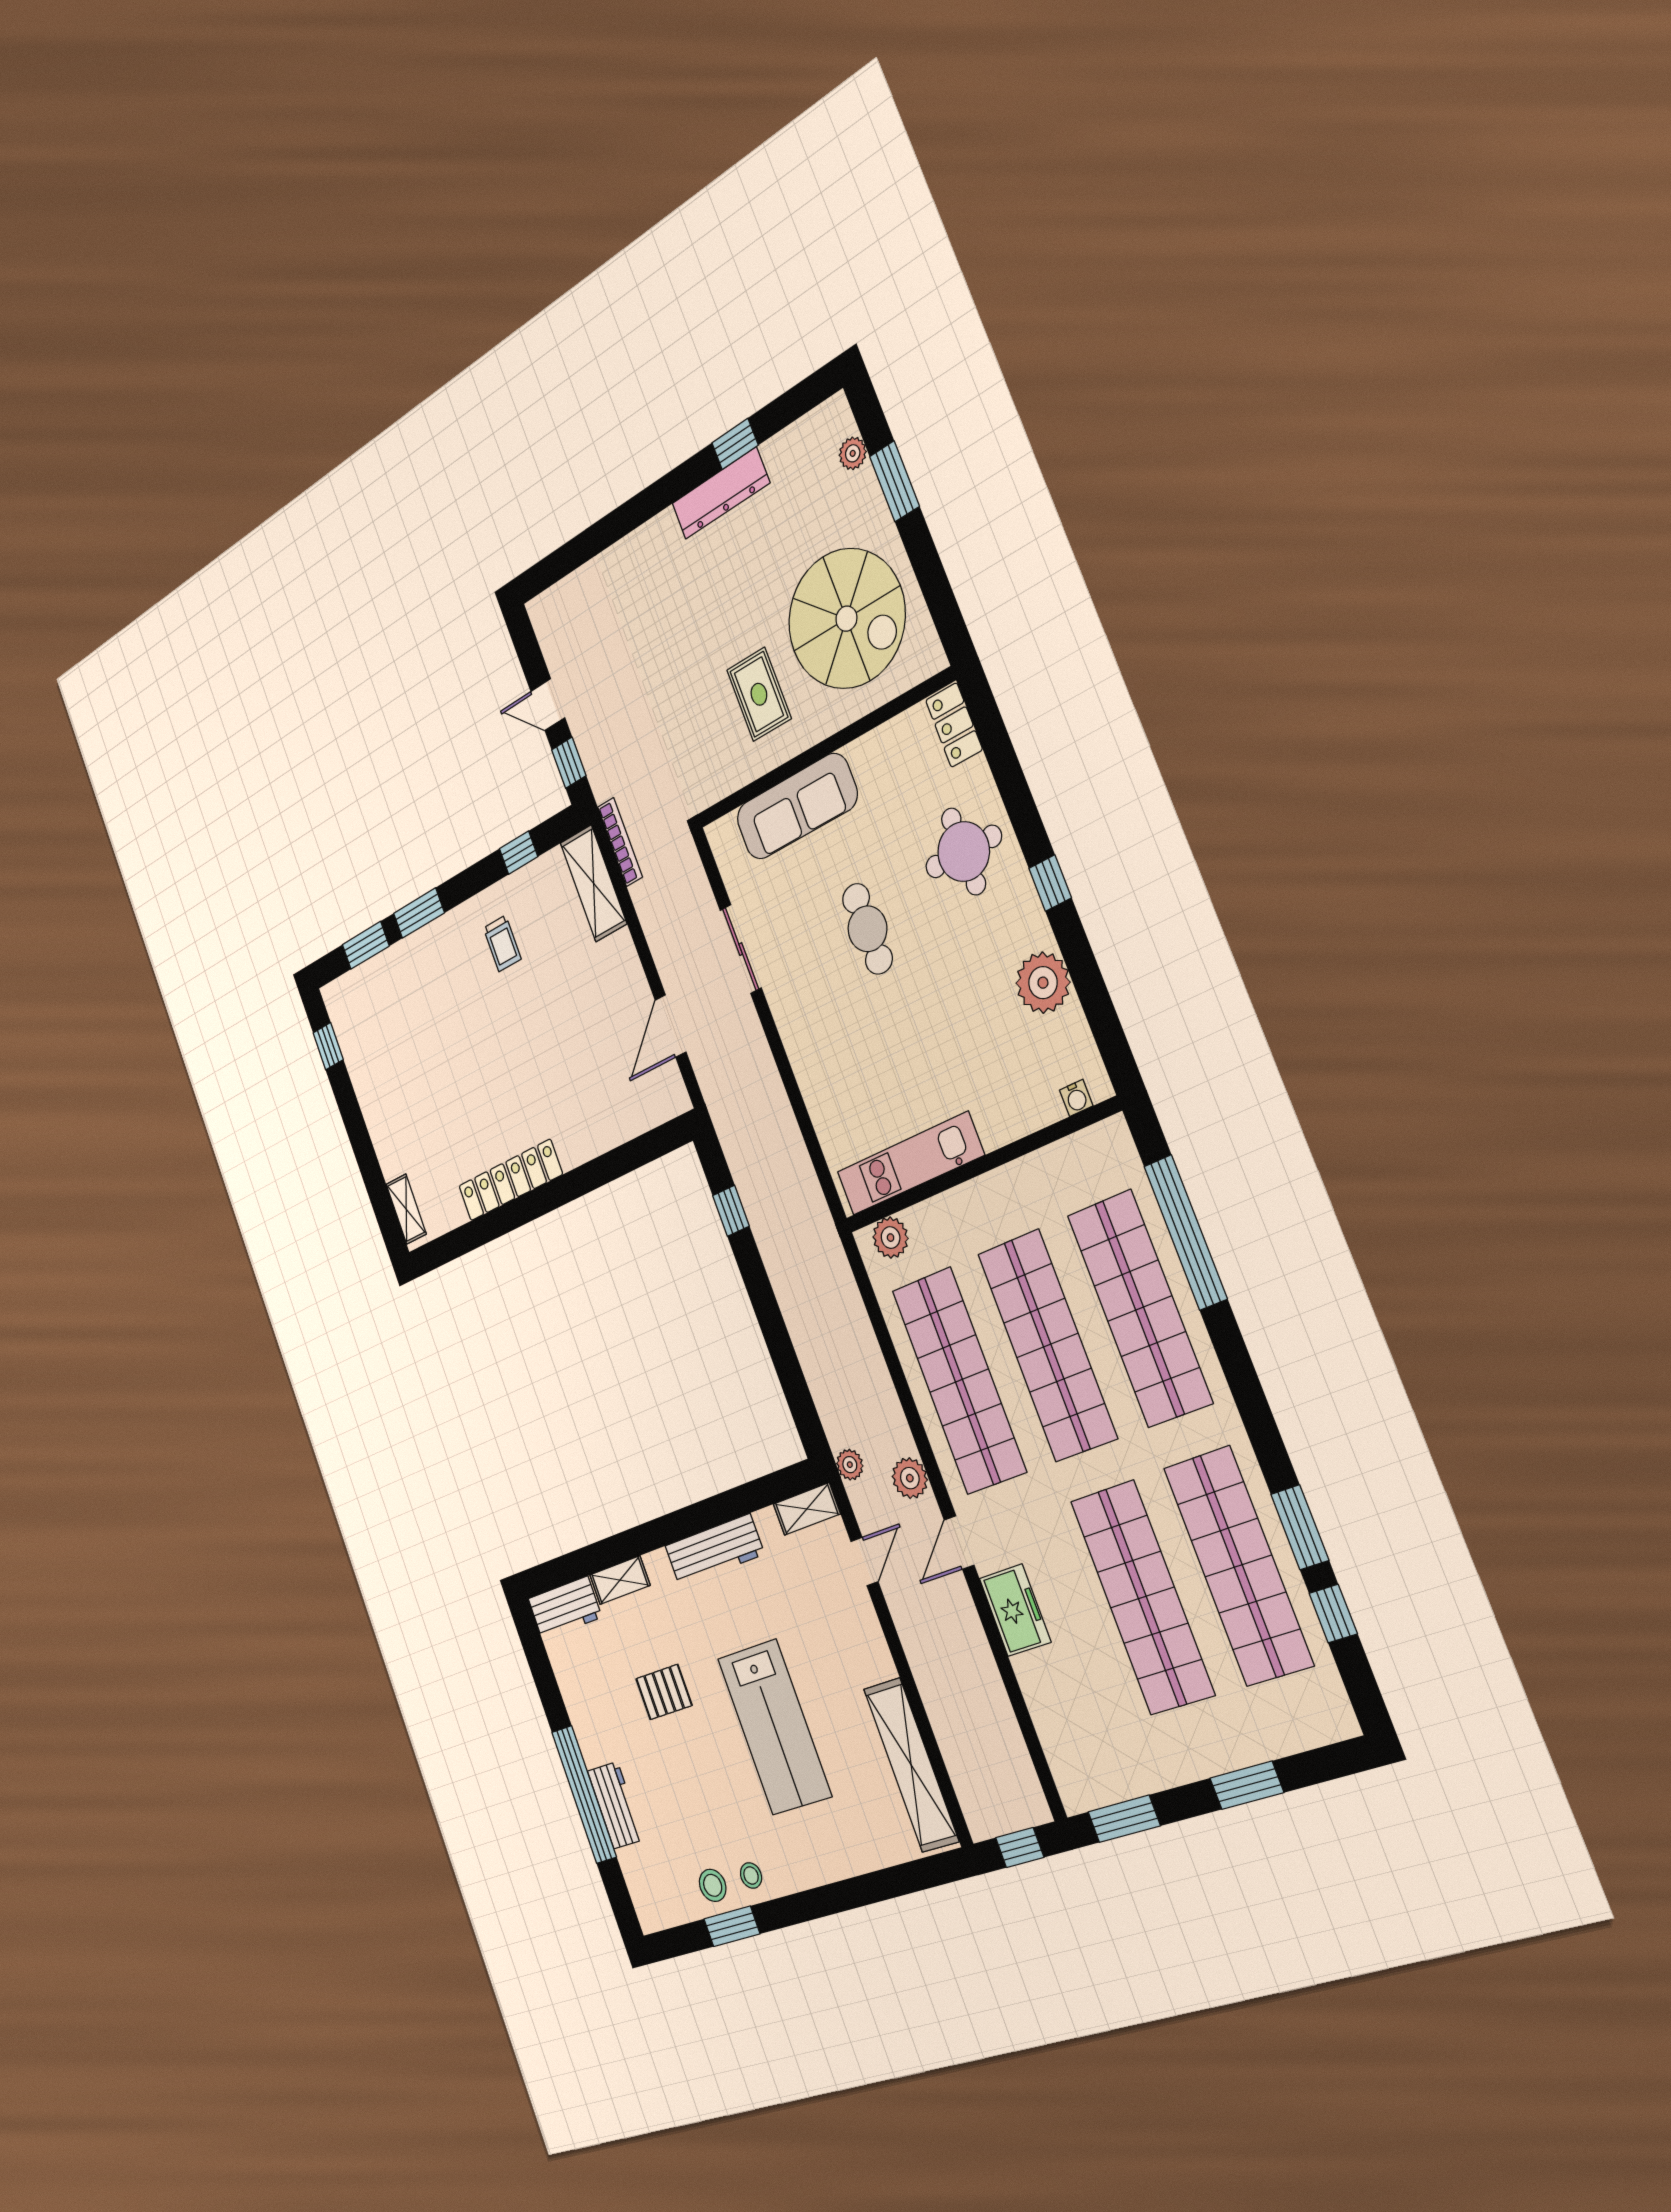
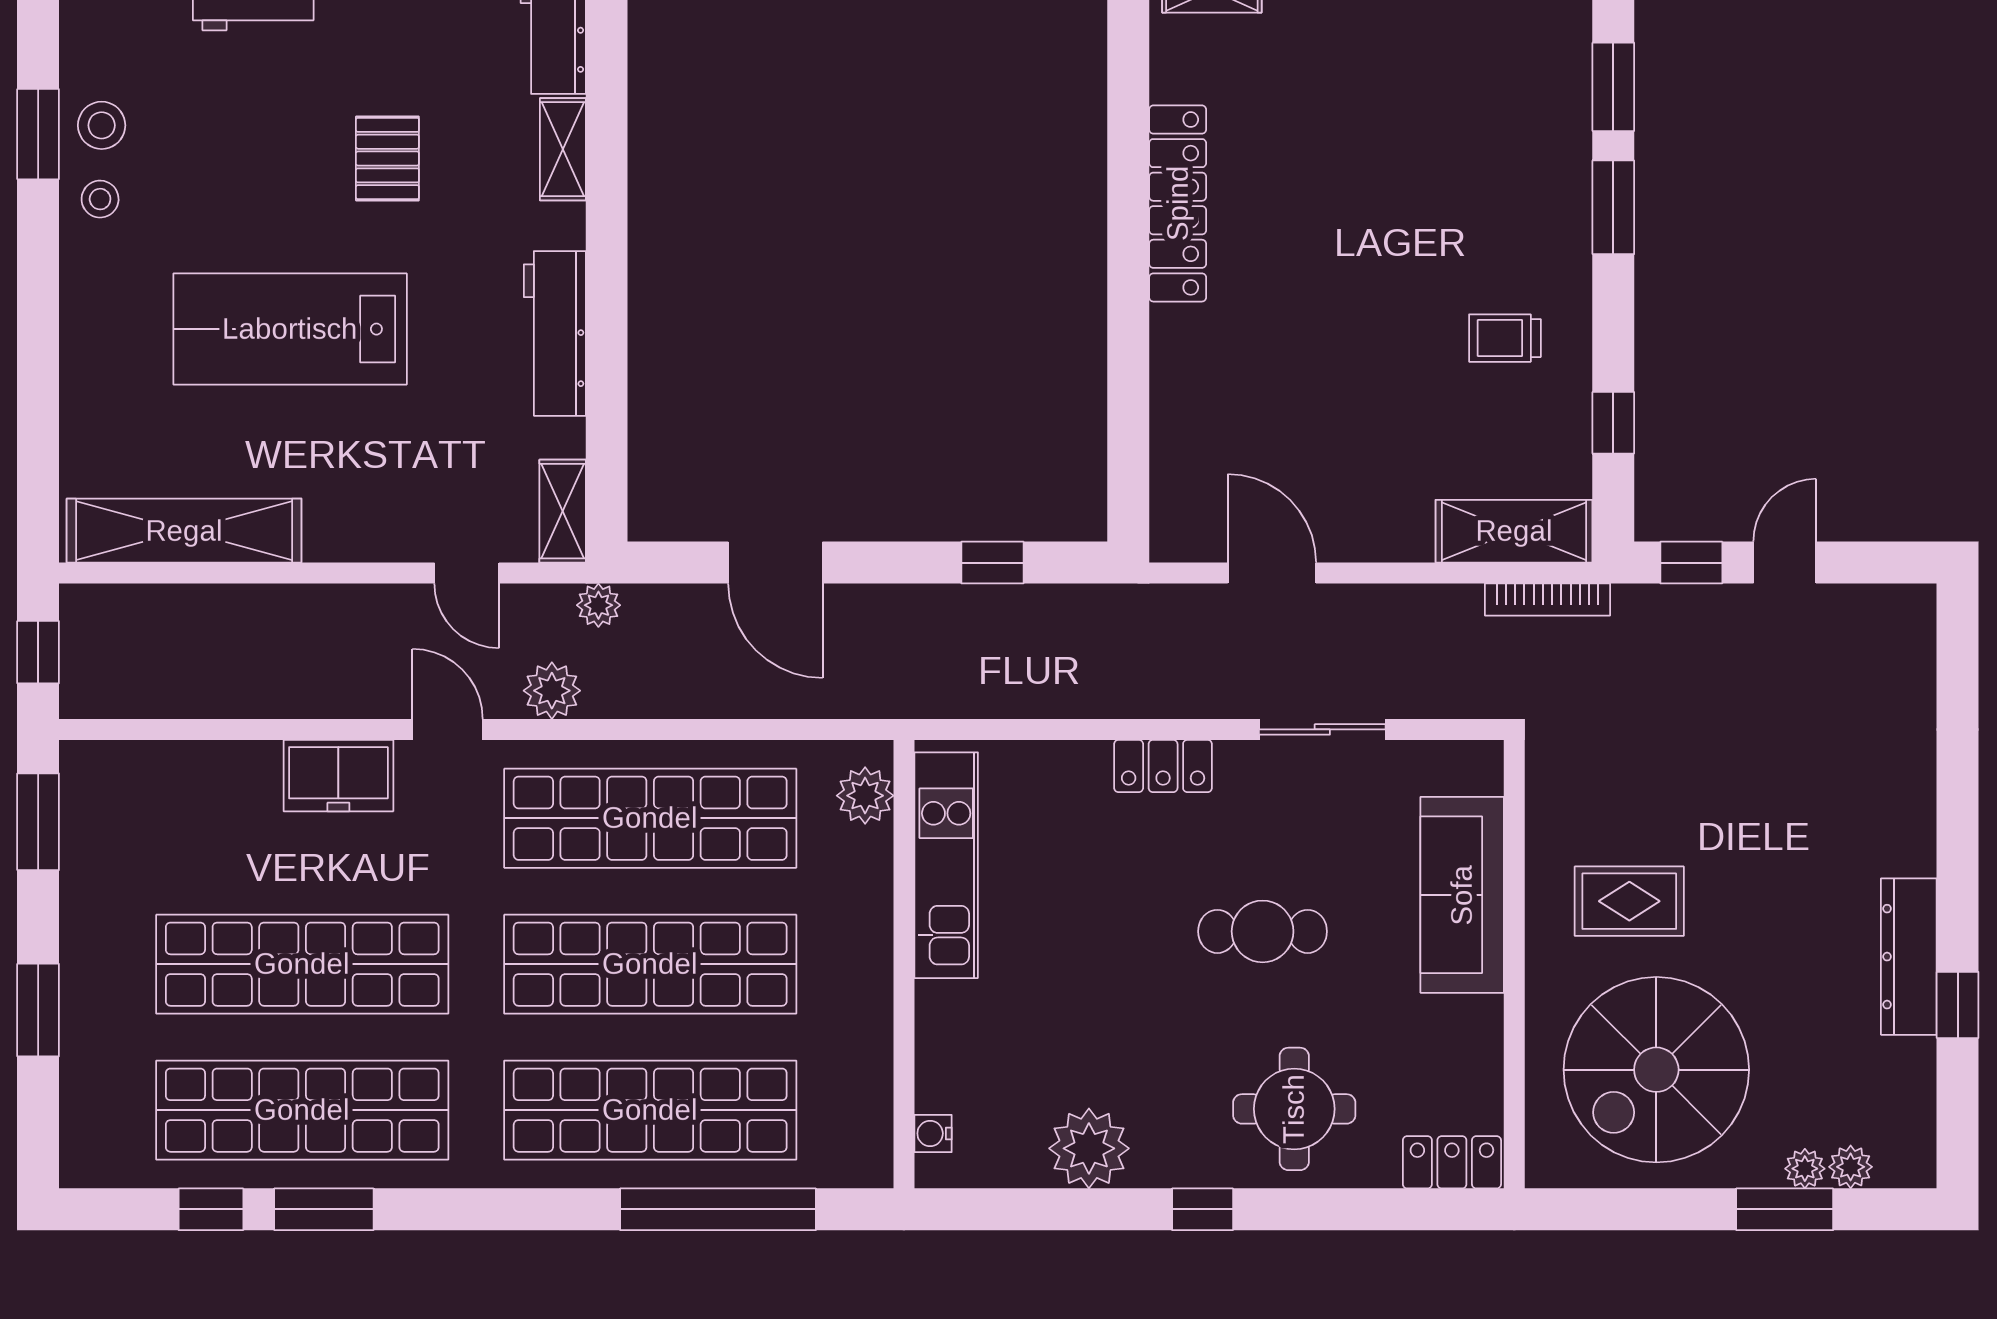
plant: (865, 483) -> (1805, 1169), added
locker: (799, 1044) -> (1163, 766), added
door: (783, 1355) -> (775, 563), added

